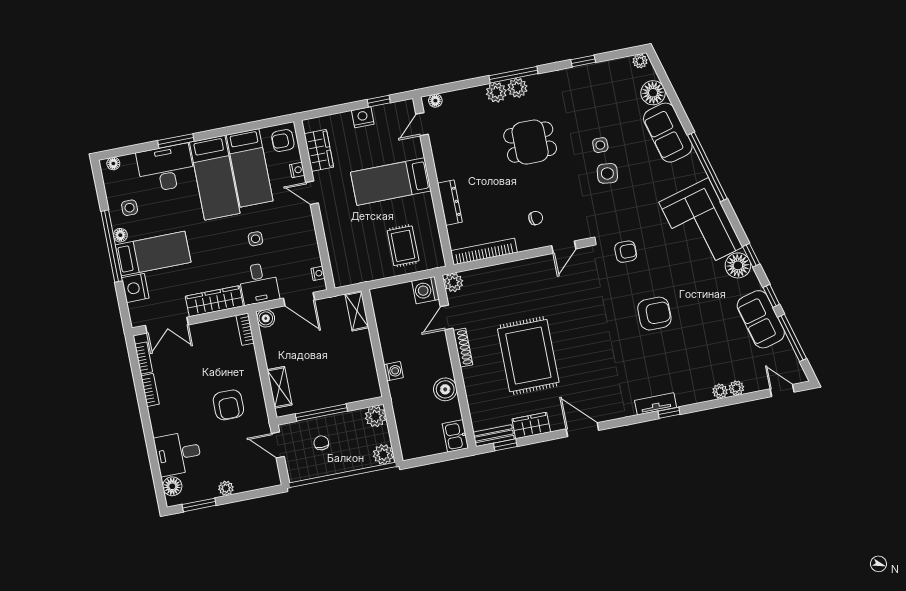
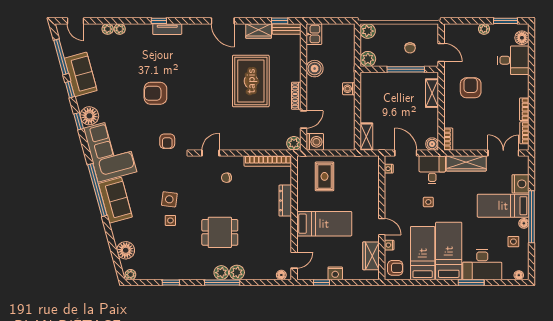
sofa: (668, 133) -> (115, 200), moved
armchair: (626, 252) -> (167, 141), turned -90

